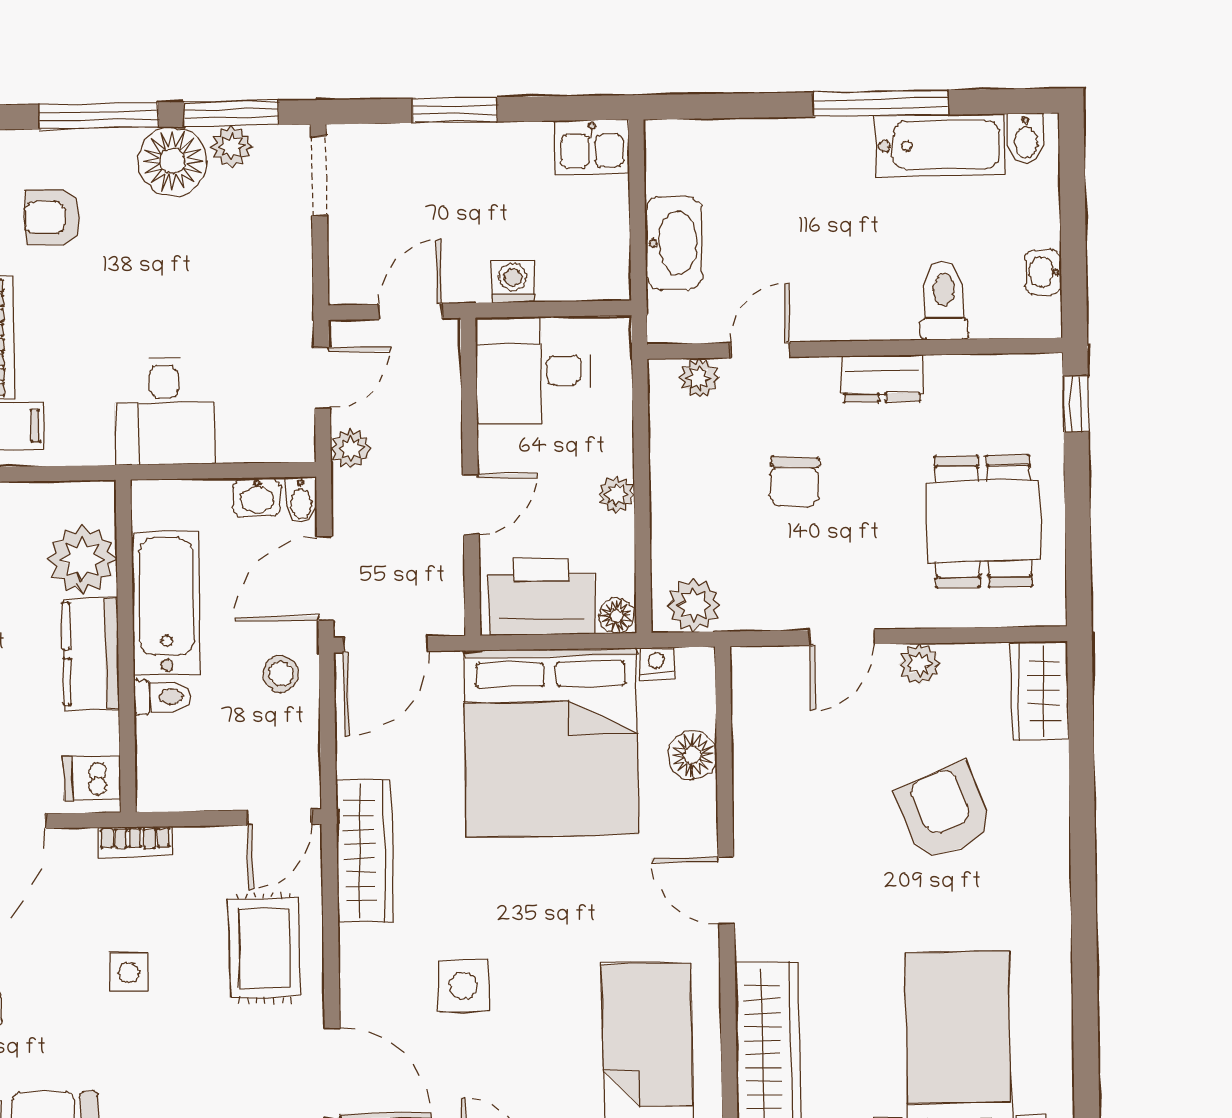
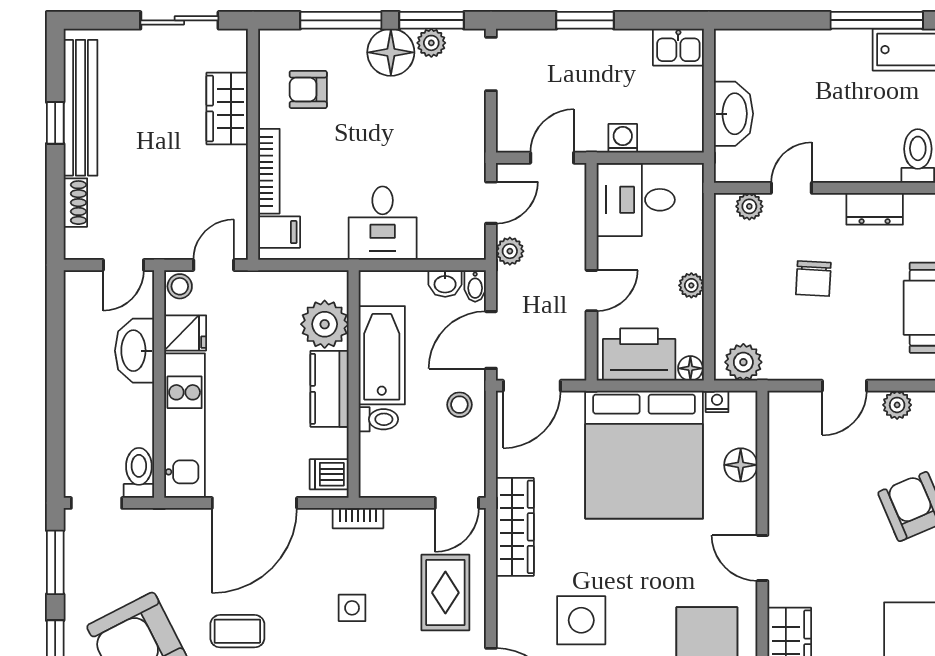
side table: (463, 986) -> (581, 620), width x1.37, depth x1.37

